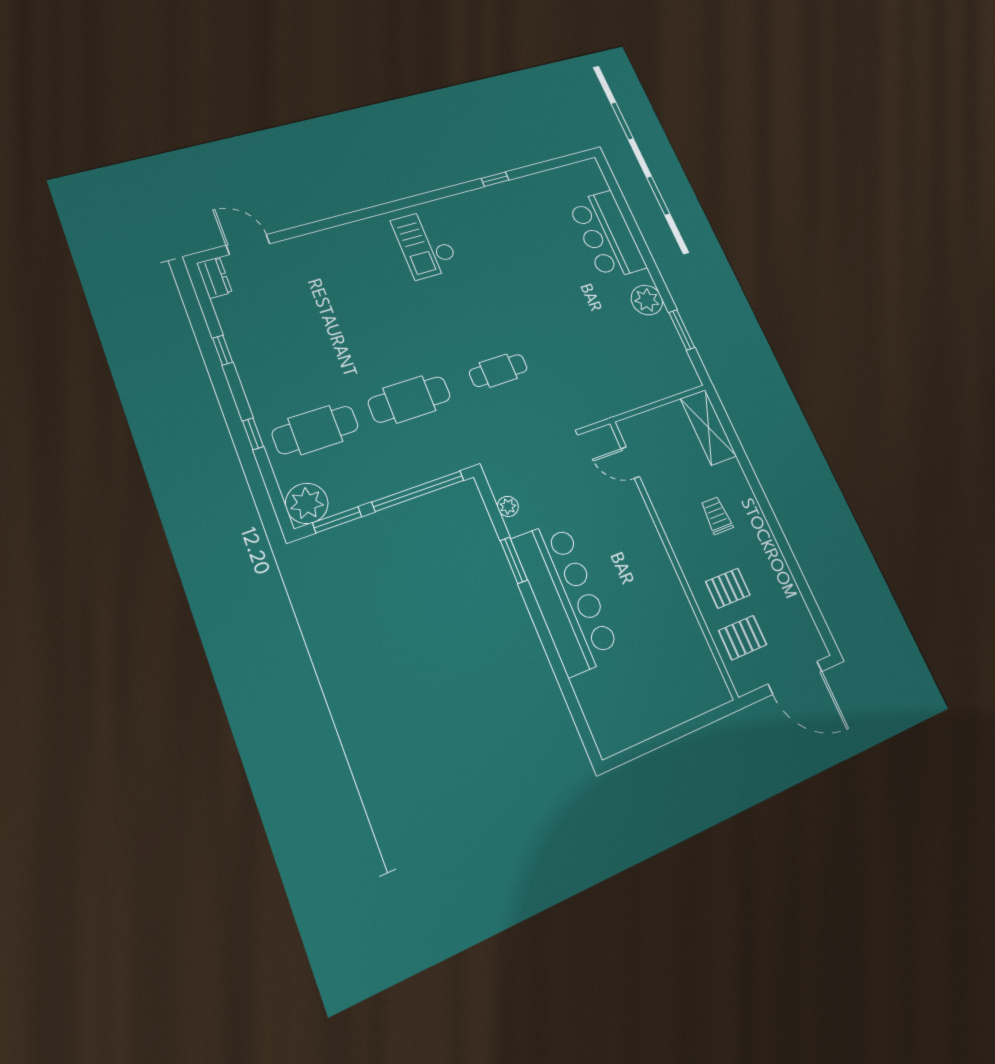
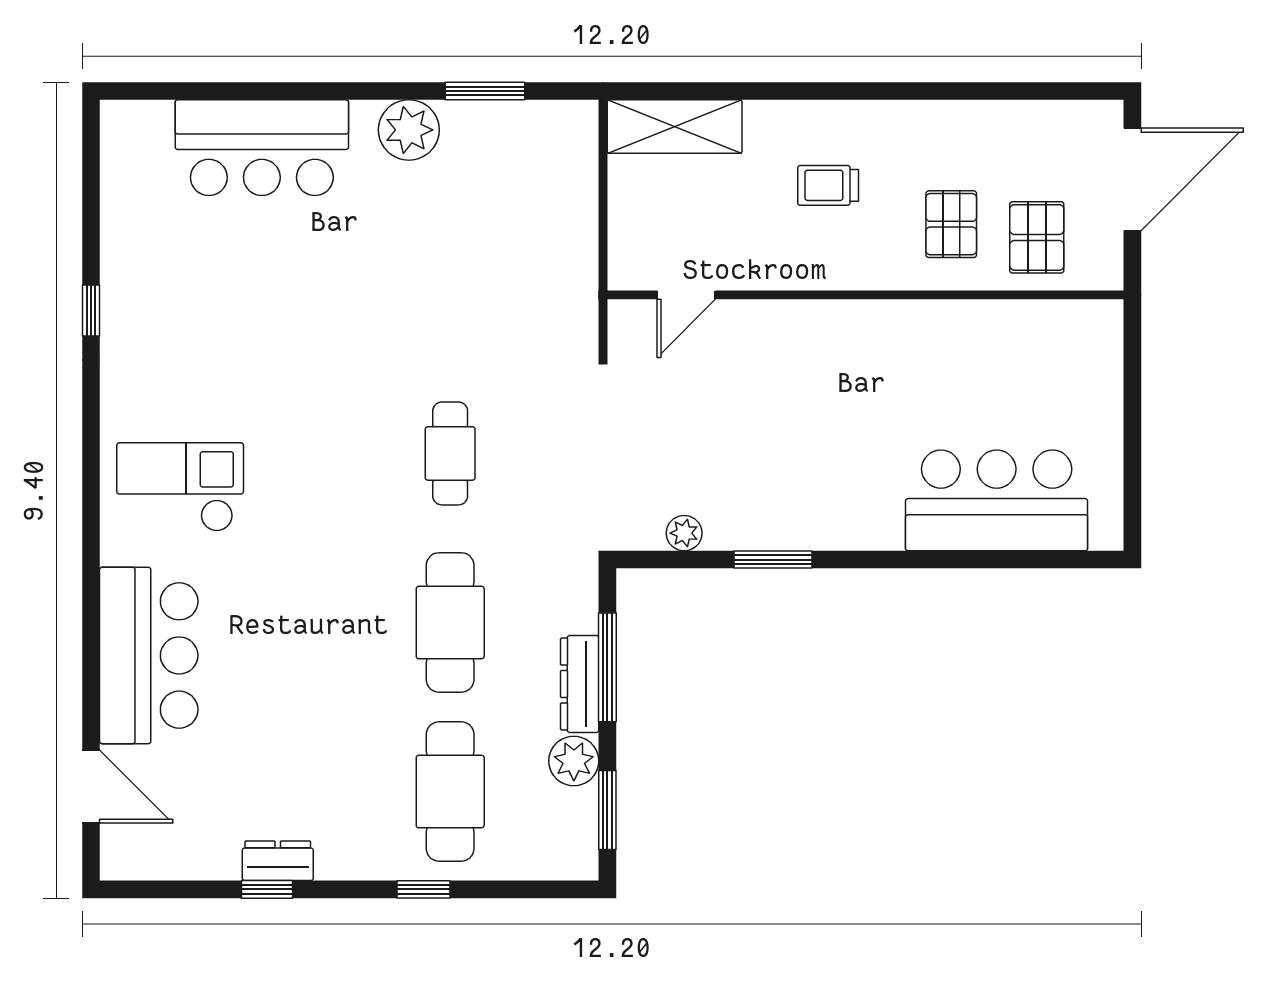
checkout: (425, 244) -> (180, 487), turned 180
door: (248, 245) -> (91, 787), swing flipped
bar counter: (331, 253) -> (149, 655), added
dresser: (214, 278) -> (278, 861), moved
dresser: (403, 479) -> (580, 684), added
window: (418, 491) -> (607, 667), width x0.68
plant: (307, 503) -> (574, 761), moved, width x0.73, depth x0.73
bar counter: (566, 597) -> (997, 500), moved, width x0.73

